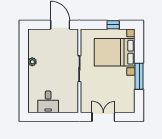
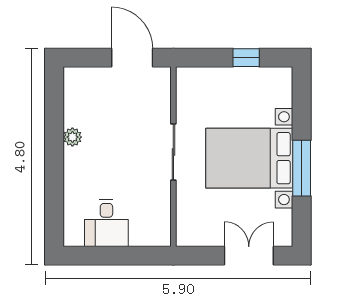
bed with nightstands: (115, 52) -> (249, 158), moved
double door: (103, 117) -> (249, 256), moved

